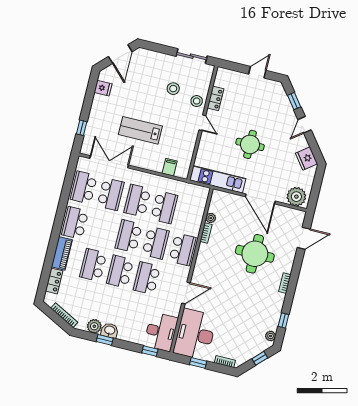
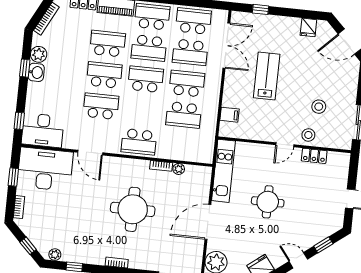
school desk: (156, 243) -> (149, 48), moved
round table: (255, 254) -> (133, 209), moved

